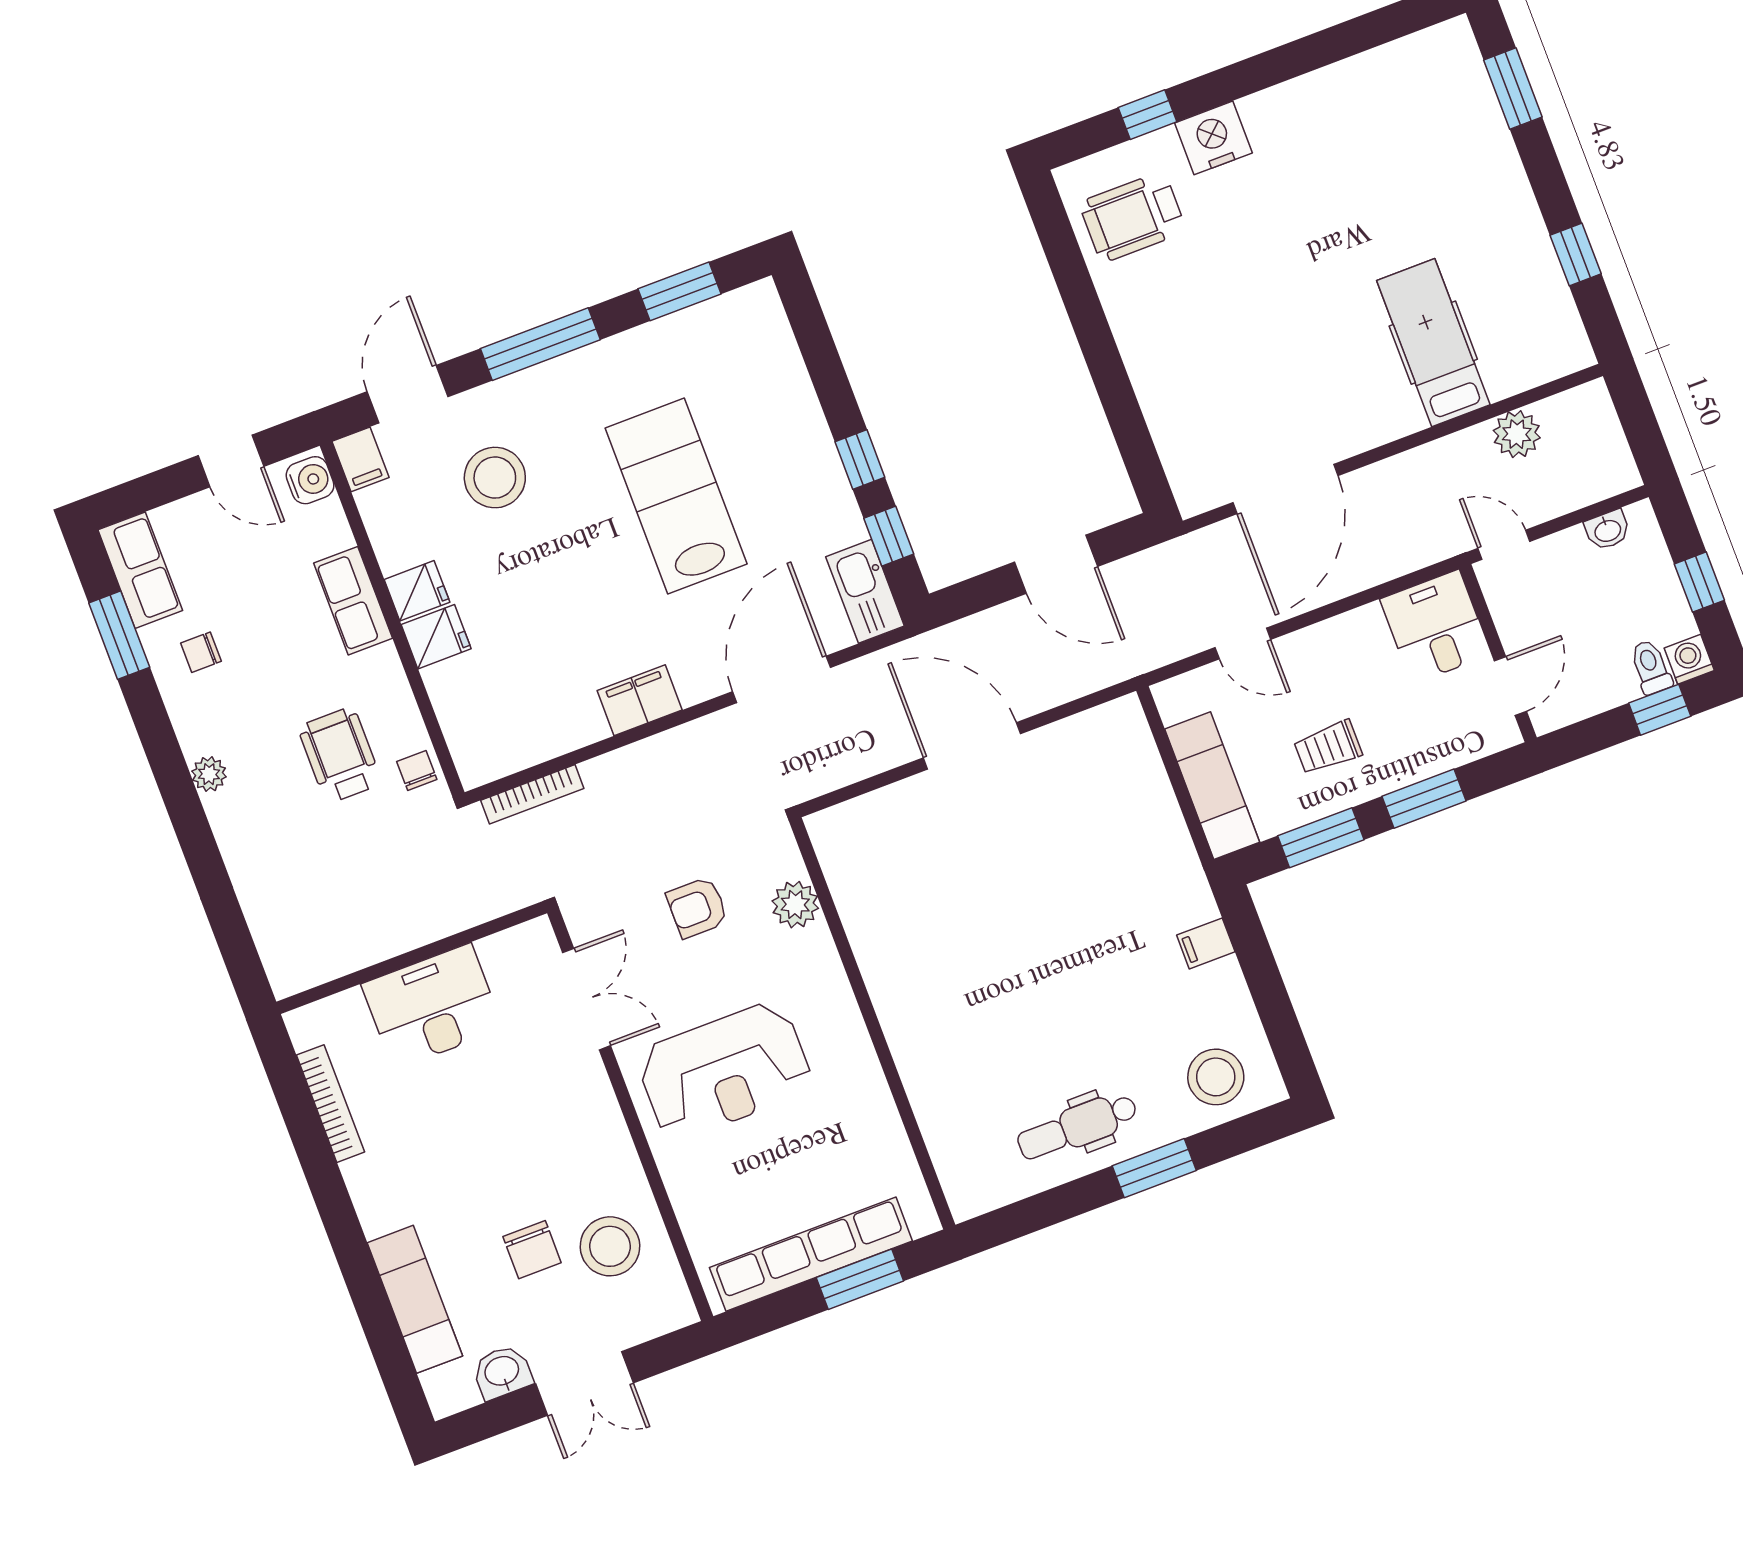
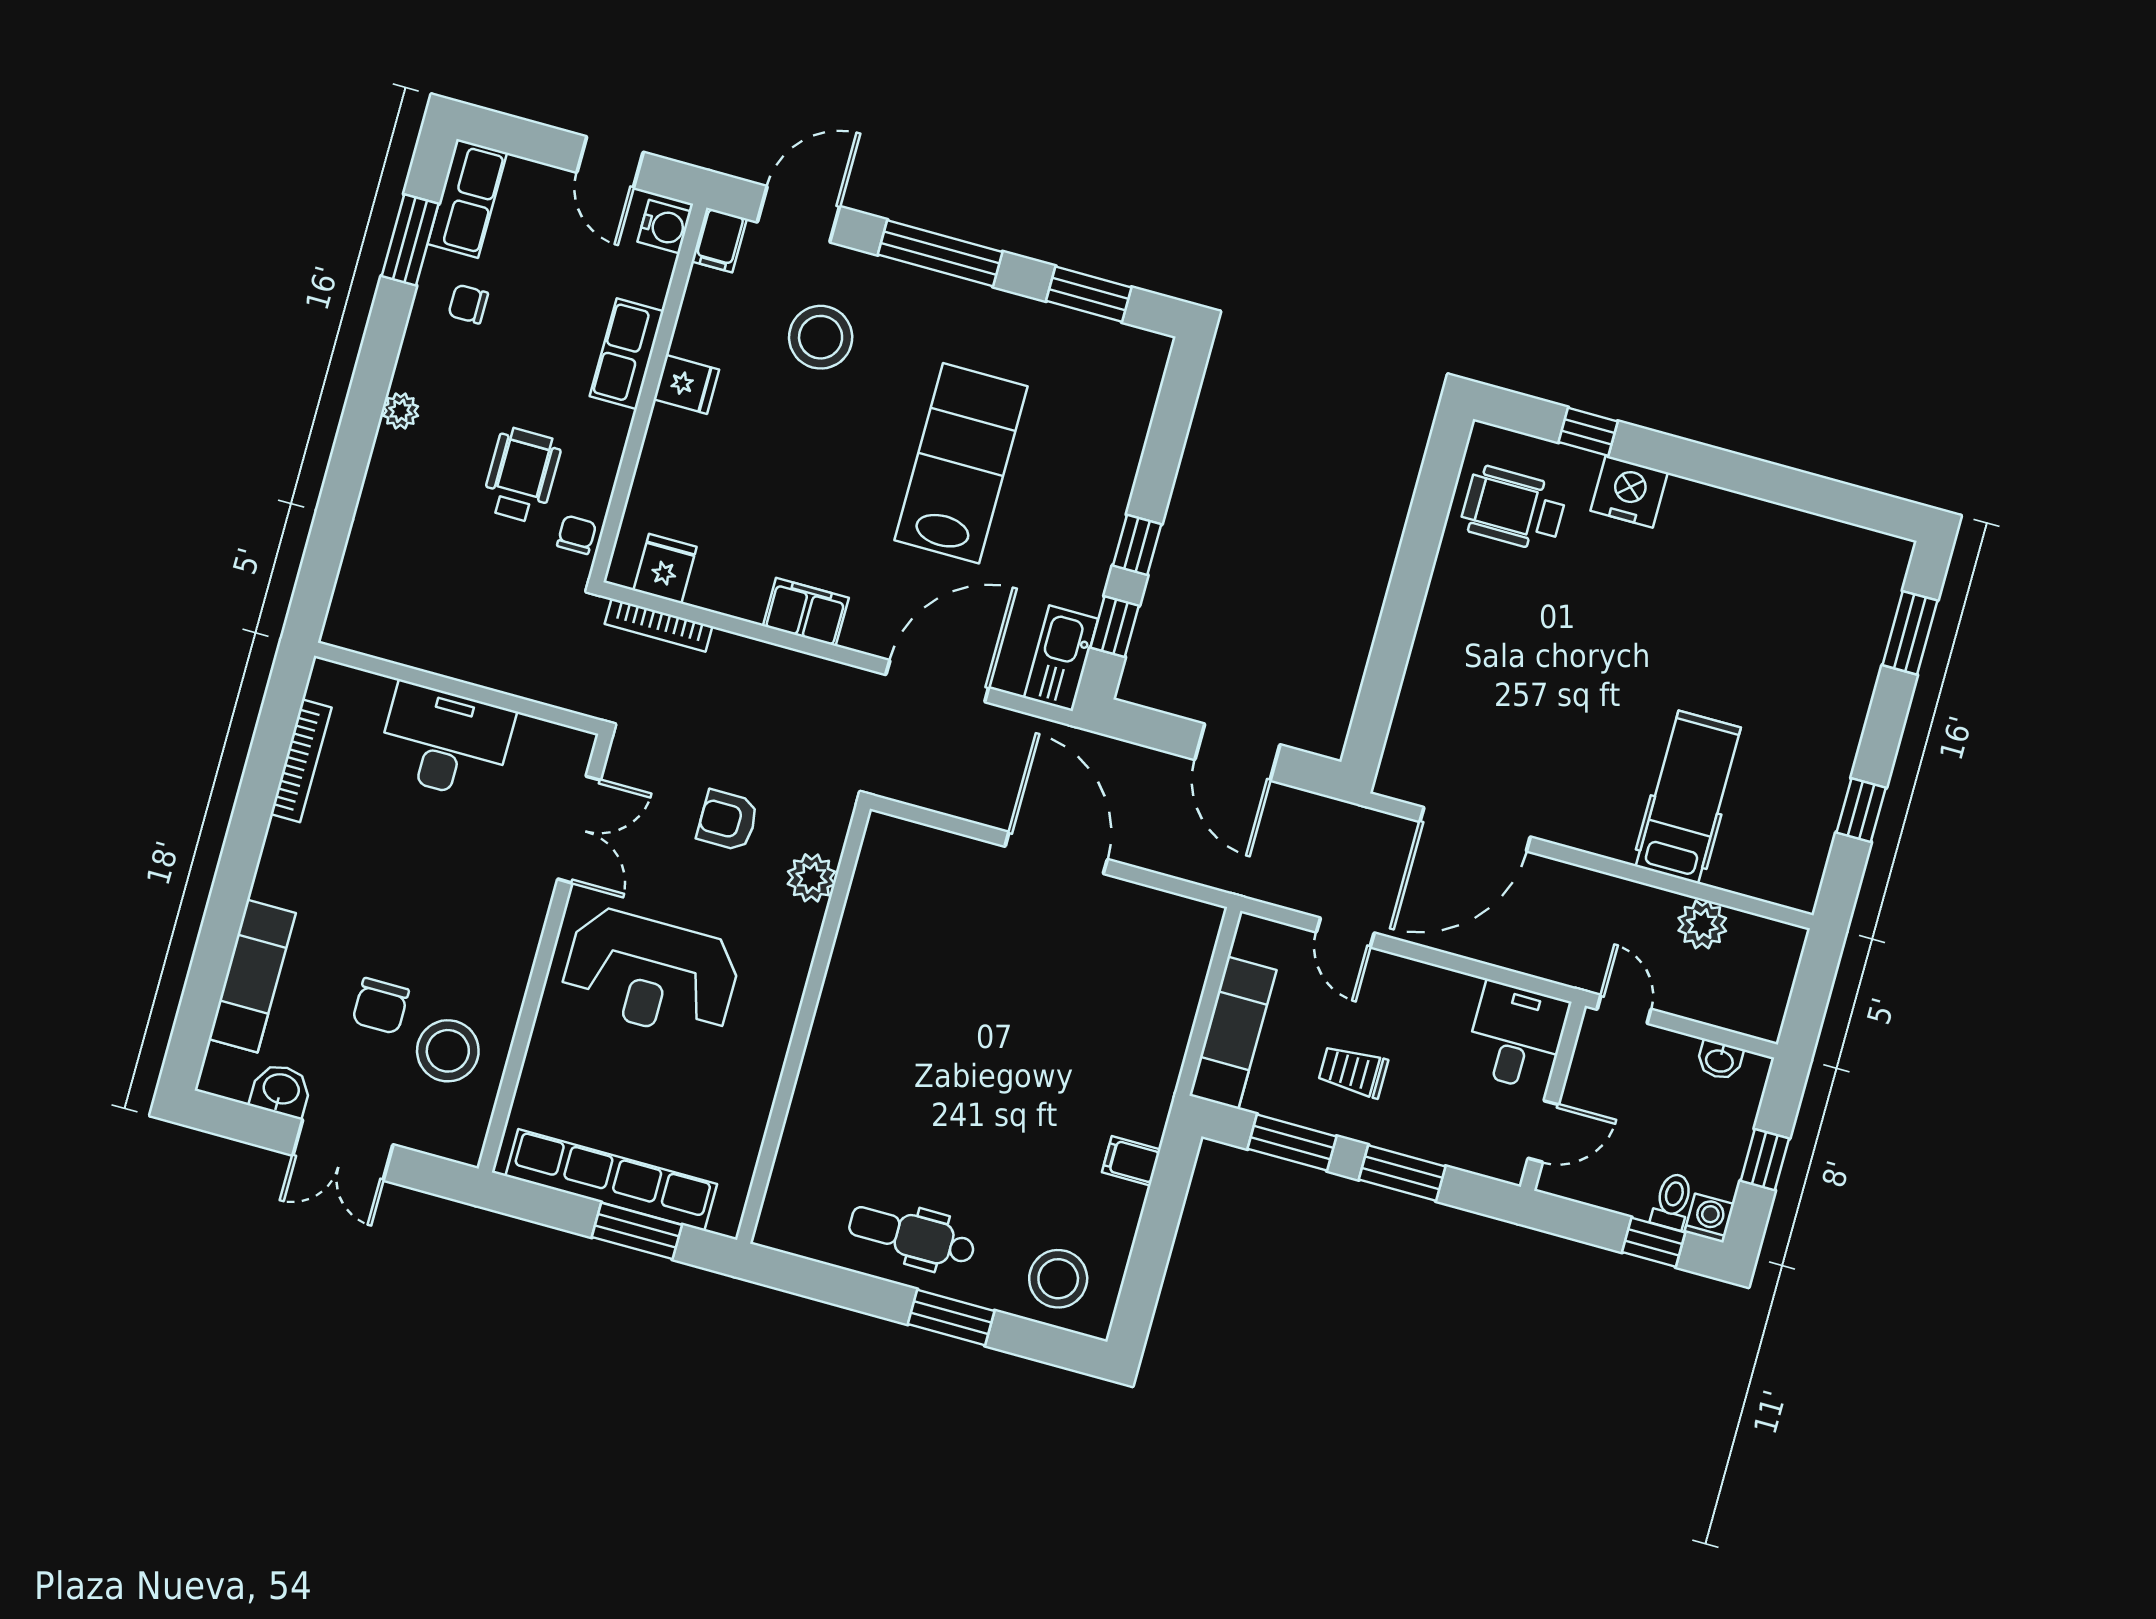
fridge: (436, 637) -> (665, 569), moved, turned -90

